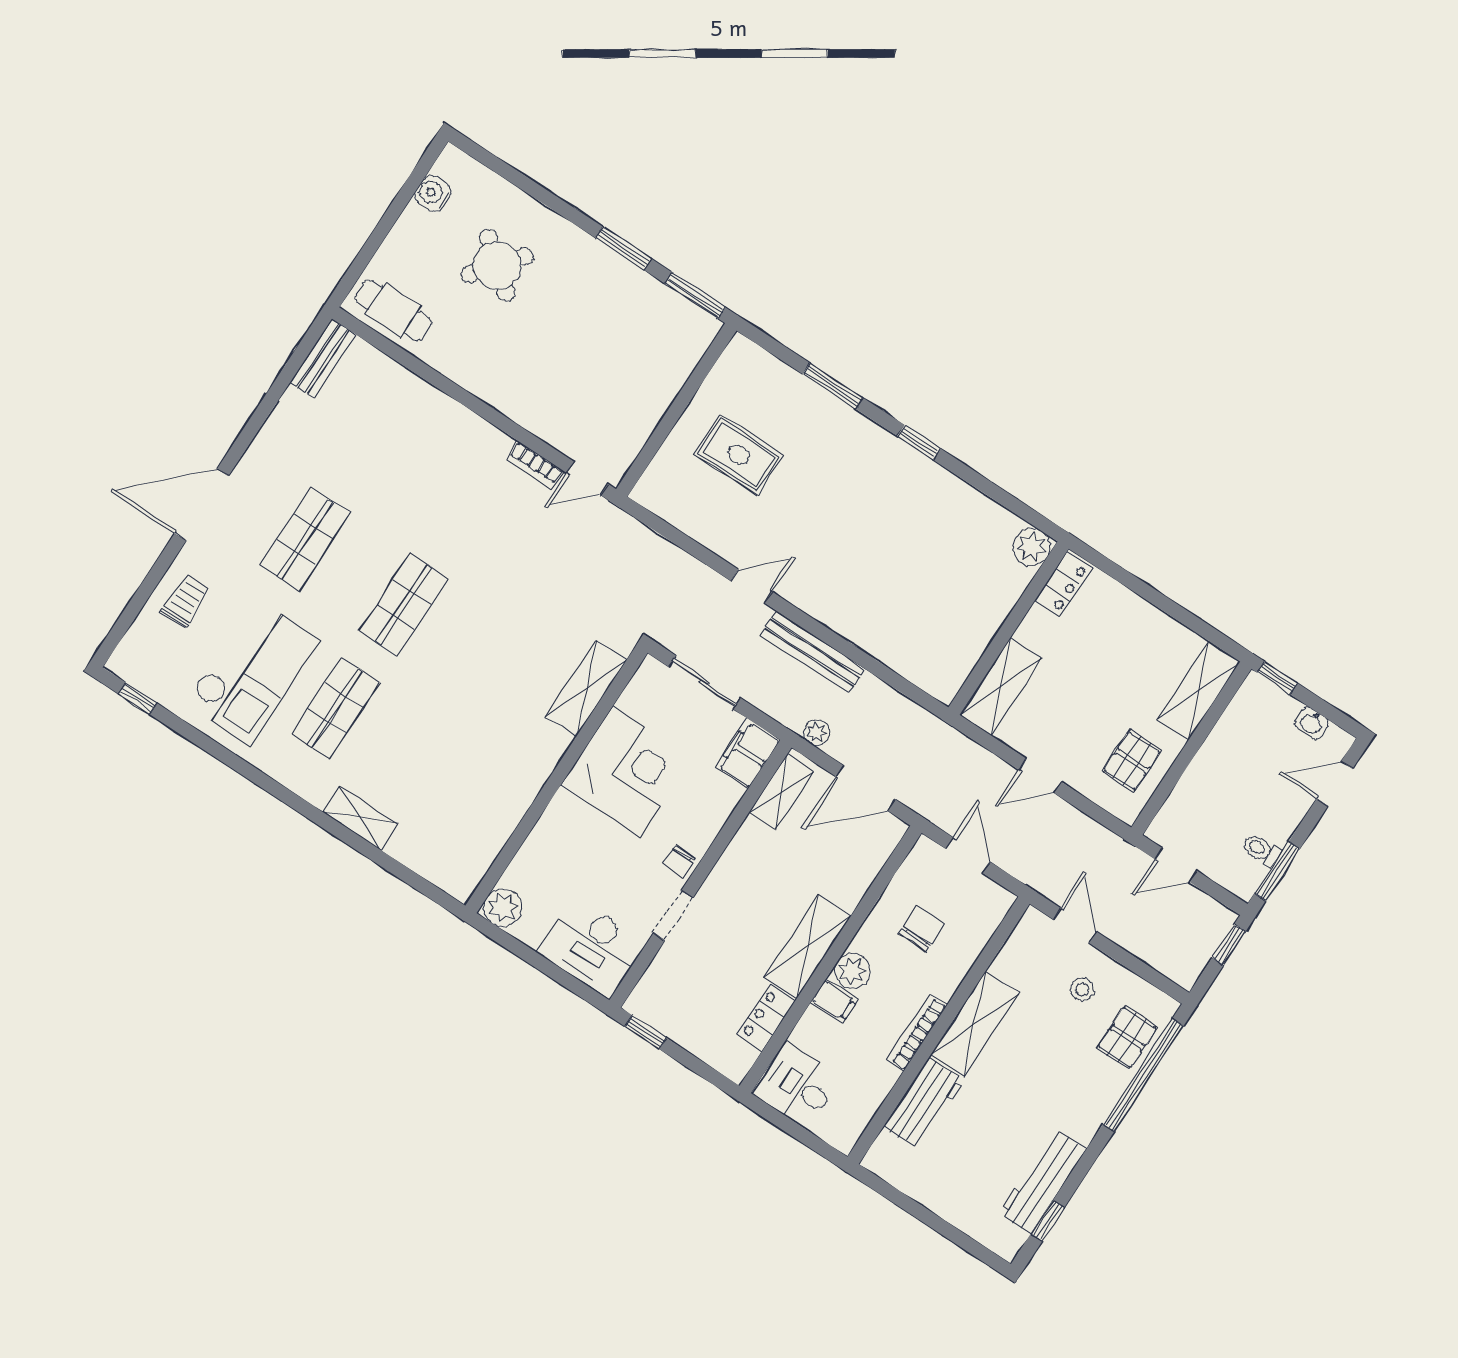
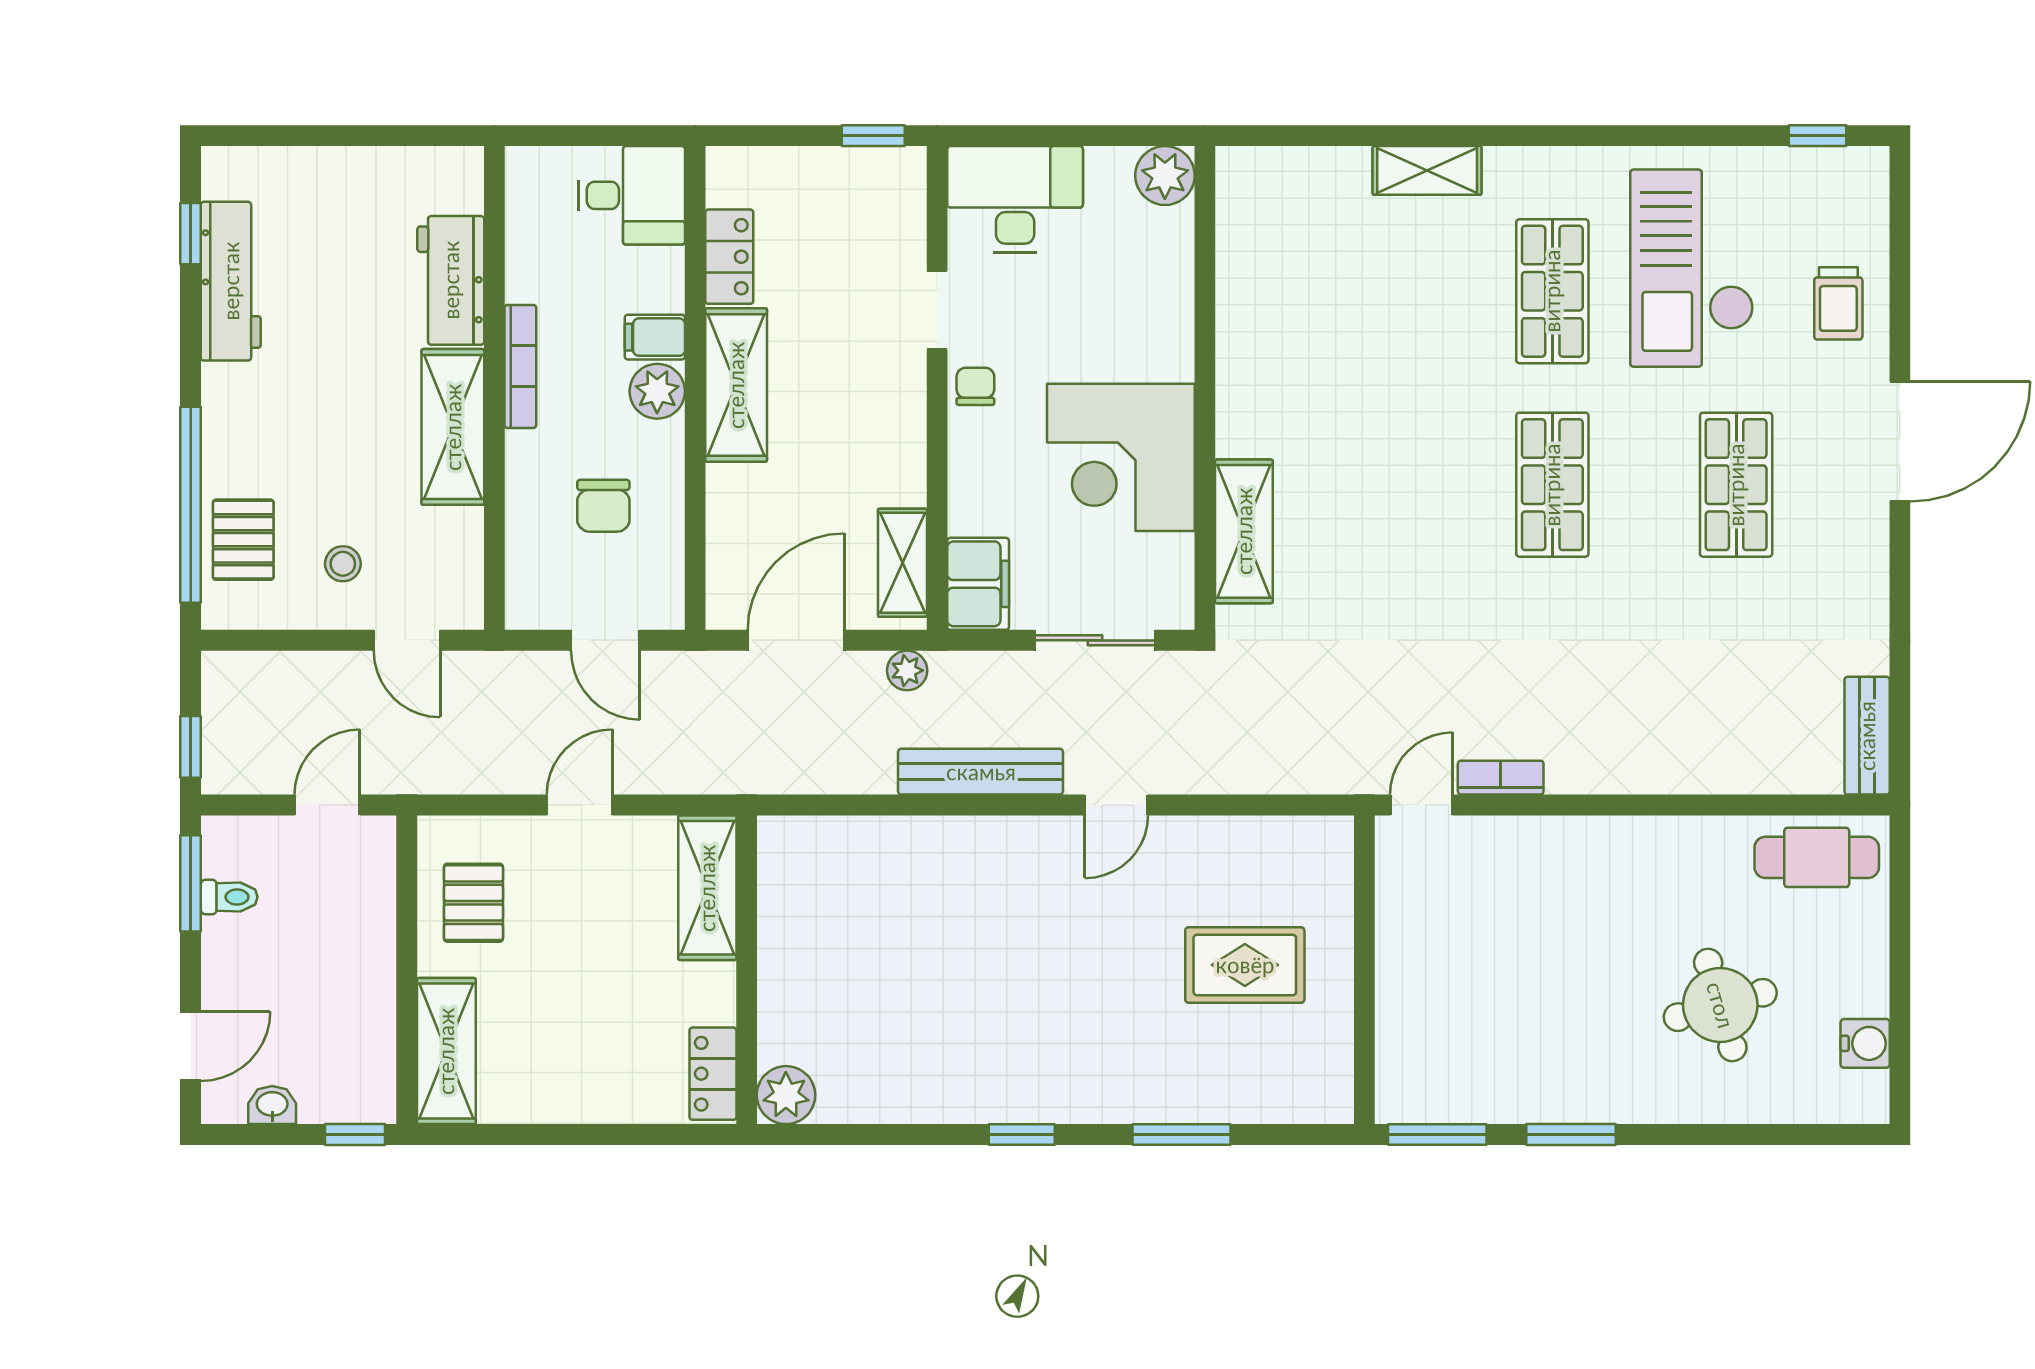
round table: (497, 265) -> (1720, 1005), turned 35

